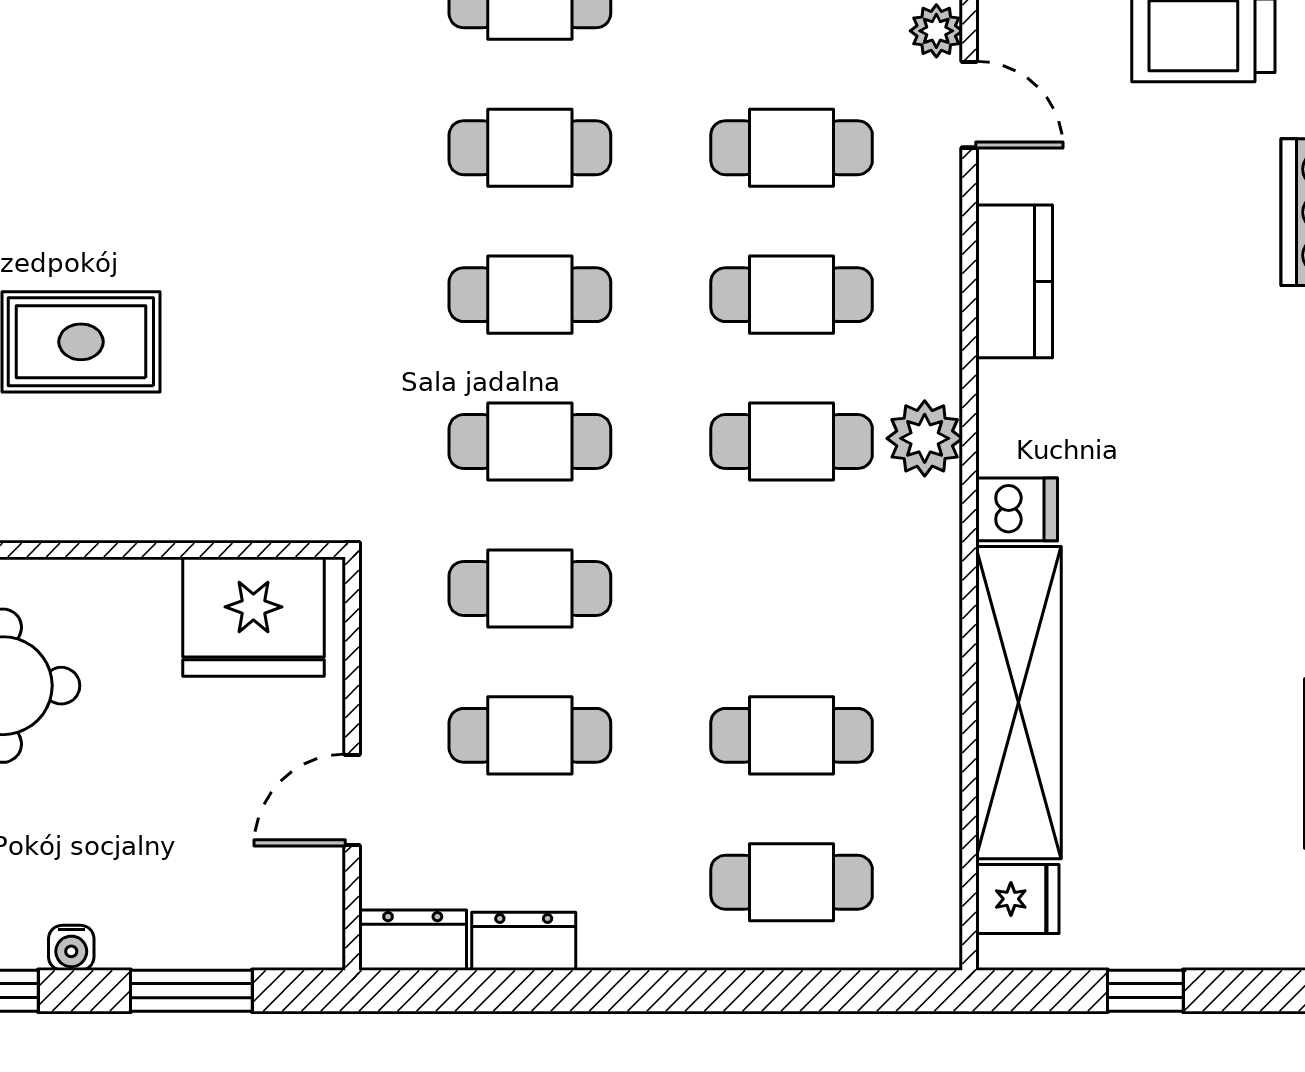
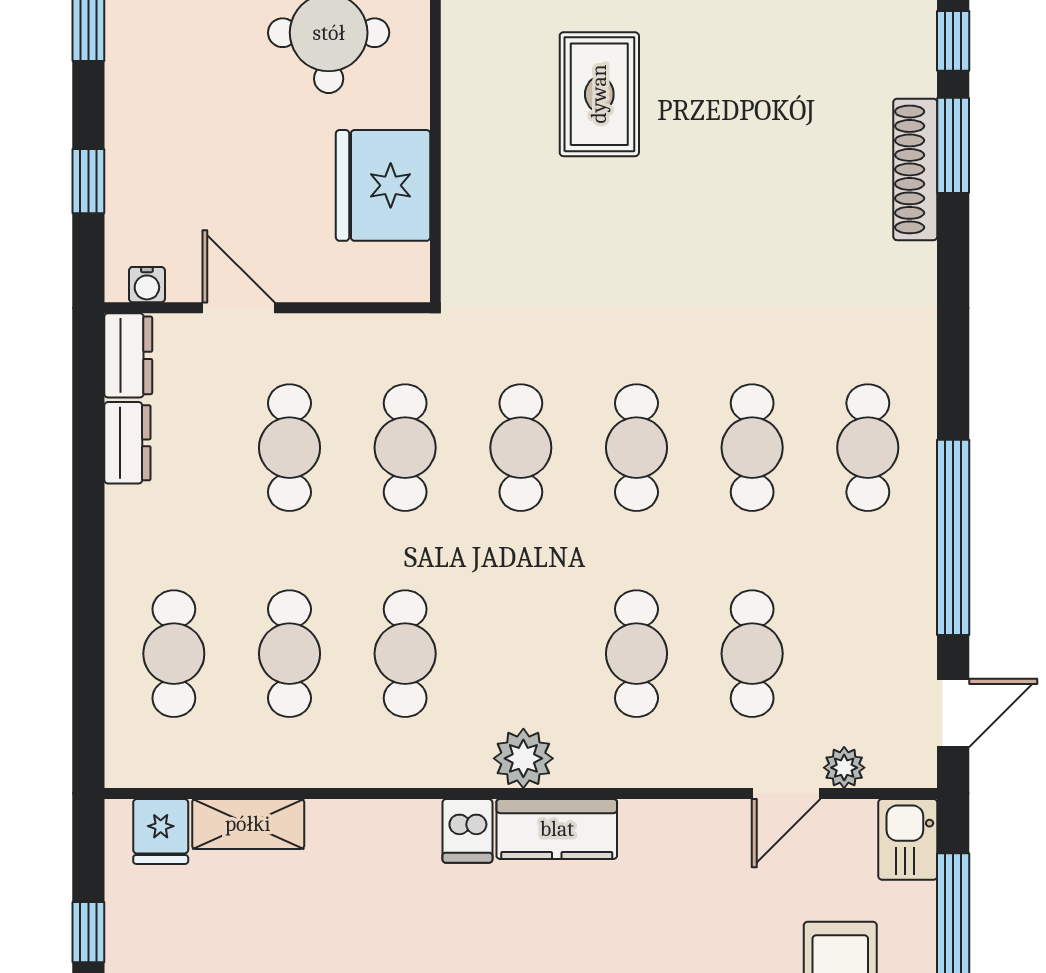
kitchen counter: (1014, 281) -> (557, 829), moved
cafe table: (792, 442) -> (405, 654), moved
fridge: (253, 617) -> (383, 185), moved
shelving: (1019, 703) -> (248, 824), width x0.45, depth x0.75
water cooler: (71, 948) -> (147, 285), moved, turned -90
window: (191, 991) -> (88, 181), width x0.67

